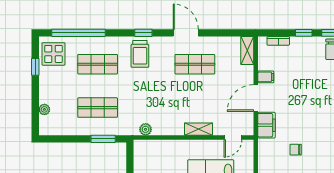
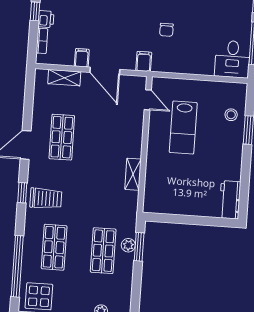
printer: (298, 43) -> (46, 19), added
shelving: (247, 51) -> (64, 78), moved
filing cabinet: (266, 125) -> (144, 61), width x0.50
plant: (146, 129) -> (128, 245), moved
shelving: (199, 129) -> (133, 174), moved

